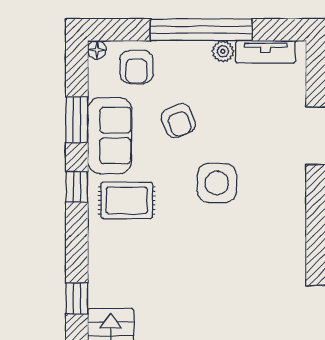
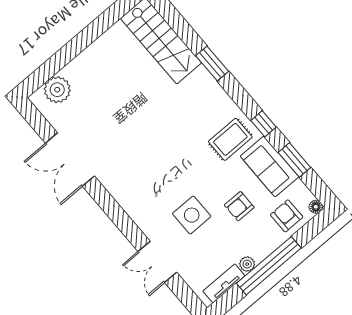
armchair: (178, 121) -> (239, 206), turned -69
side table: (217, 183) -> (192, 215), moved
window: (77, 298) -> (212, 63), width x1.50

